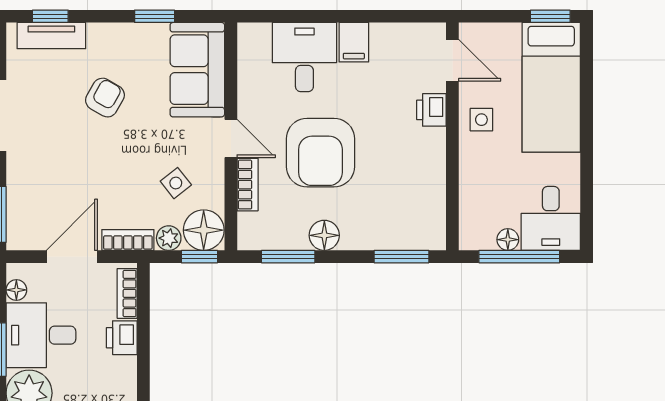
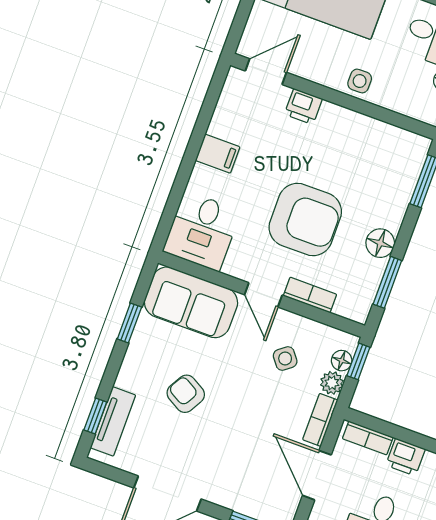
desk: (304, 57) -> (202, 231), moved, turned -90
side table: (481, 120) -> (360, 81), moved
door: (231, 139) -> (263, 295), swing flipped
floor lamp: (204, 230) -> (342, 361), width x0.53, depth x0.53

